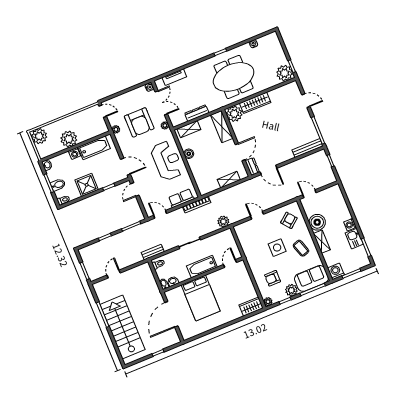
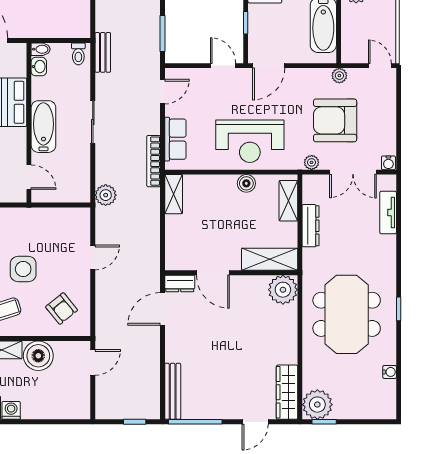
wardrobe: (255, 103) -> (287, 392), moved
door: (103, 111) -> (380, 66), swing flipped
shelving: (229, 180) -> (174, 194), moved

